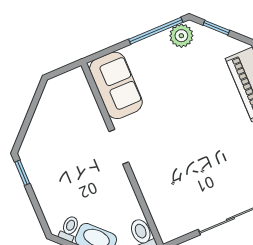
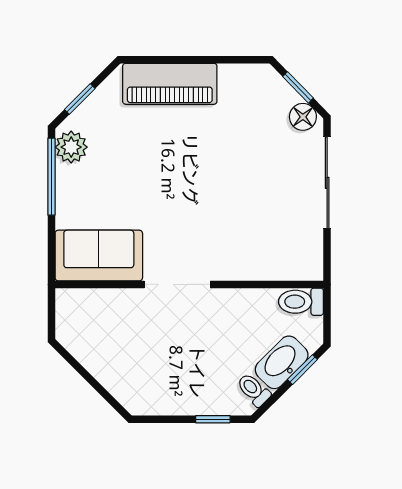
doorway: (119, 147) -> (177, 284), width x1.38
window: (22, 173) -> (213, 419), moved

